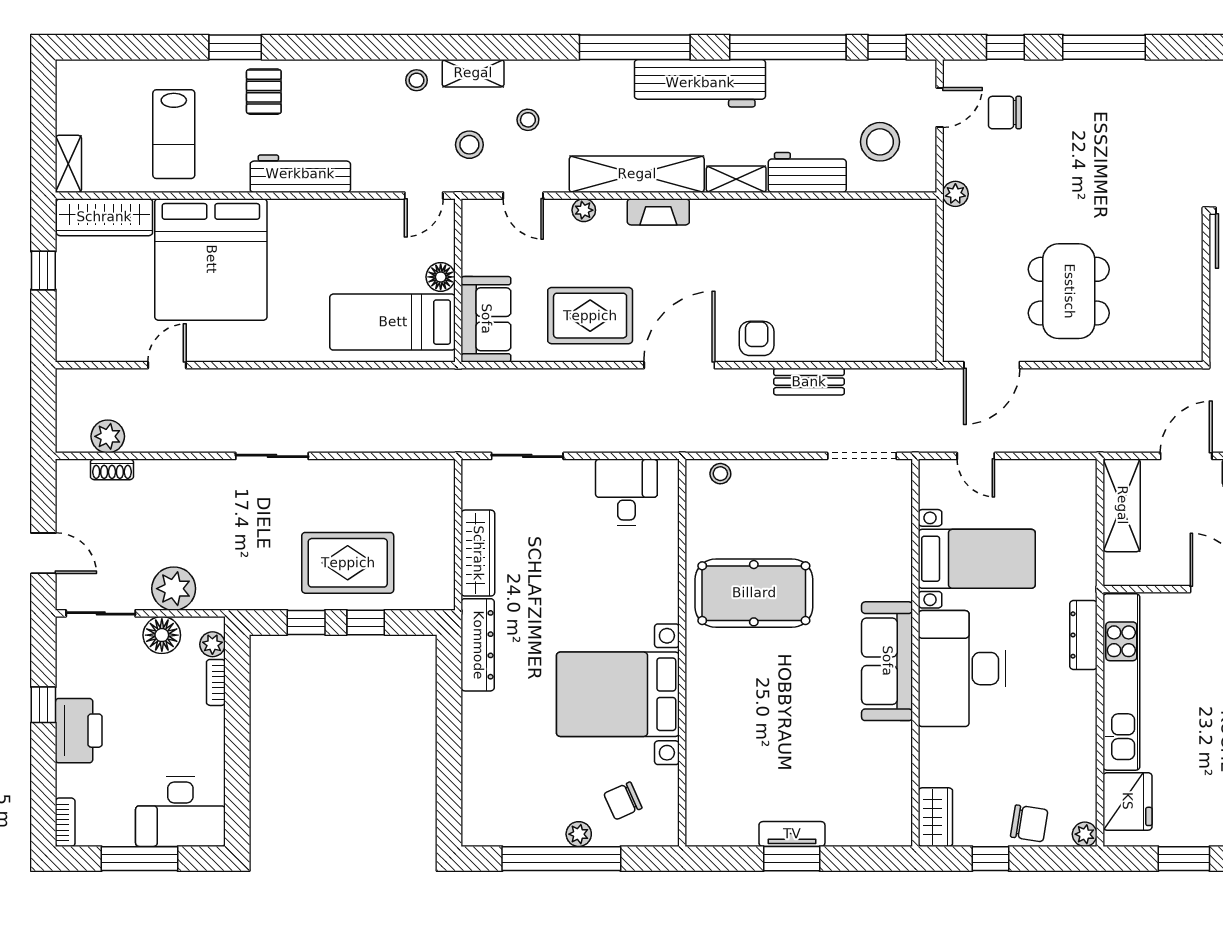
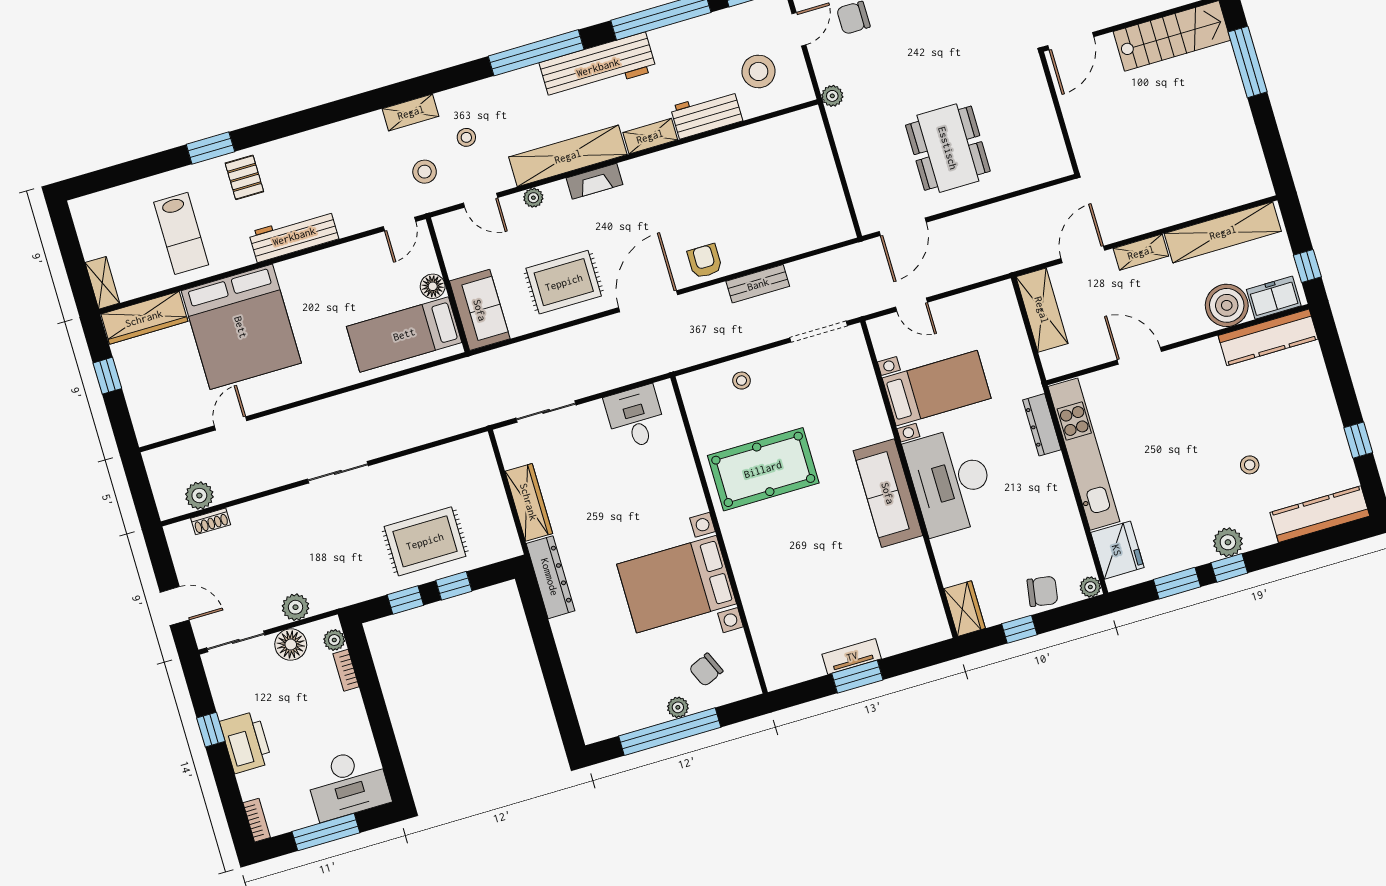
stool: (417, 80) -> (366, 132), removed
stool: (720, 474) -> (741, 381), moved
plant: (174, 589) -> (296, 607), width x0.73, depth x0.73

